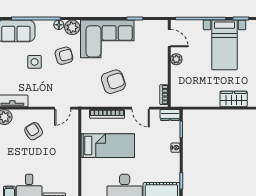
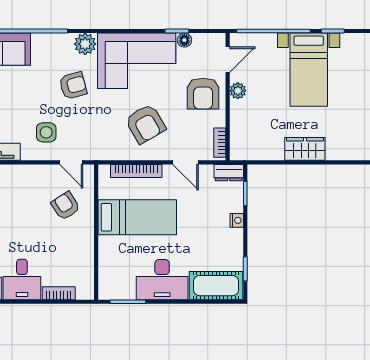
floor lamp: (59, 25) -> (184, 40), moved
door: (169, 38) -> (228, 60), hinge flipped
armchair: (153, 61) -> (203, 94), added
side table: (35, 62) -> (46, 132), moved
armchair: (113, 82) -> (145, 124), turned 79
wardrobe: (234, 99) -> (305, 149), moved
door: (63, 108) -> (71, 162), hinge flipped
armchair: (34, 131) -> (66, 206), moved

